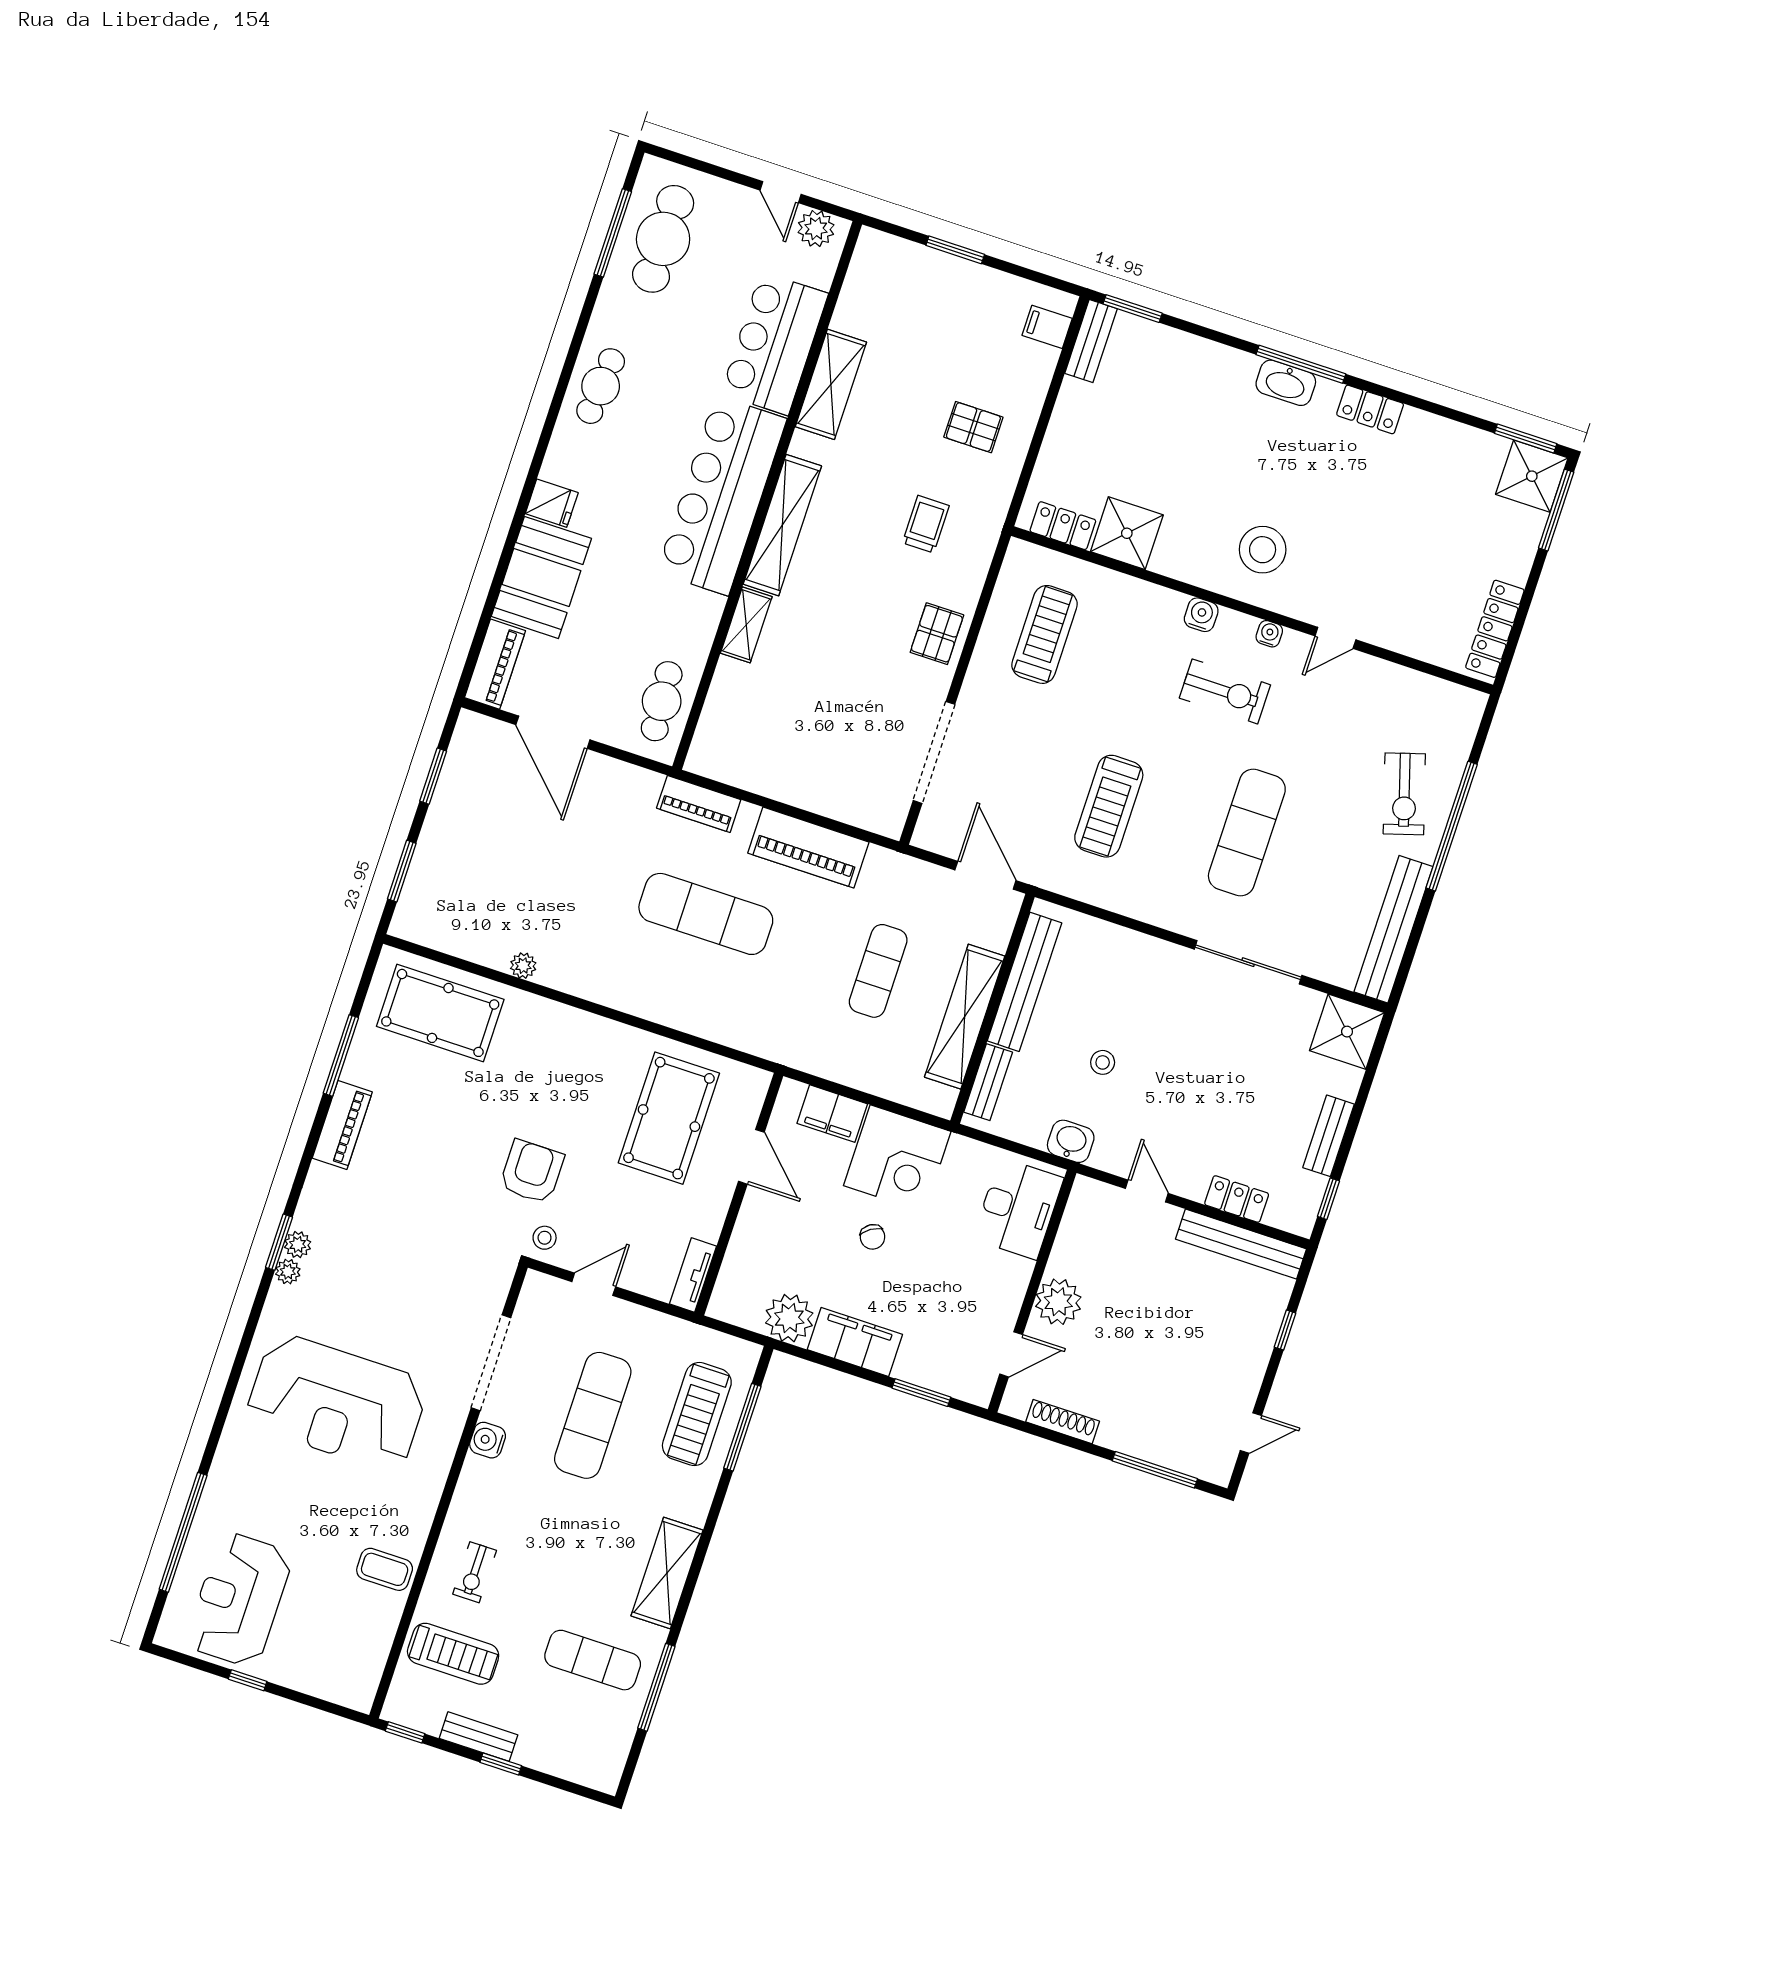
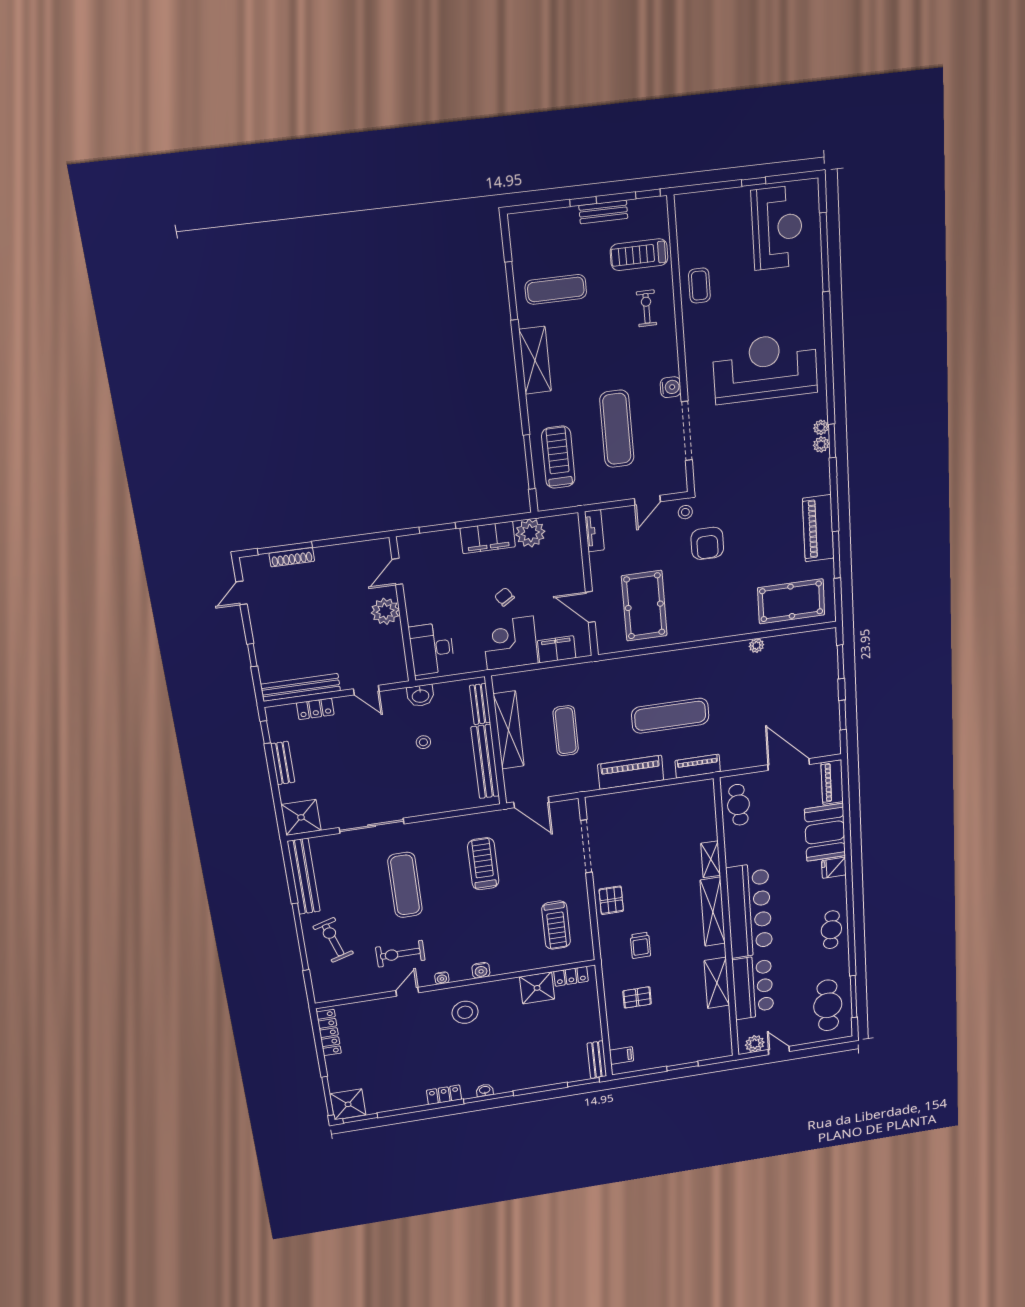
washbasin: (1286, 383) -> (485, 1090), width x0.52, depth x0.69
exercise bike: (1225, 691) -> (400, 954), moved
piano: (342, 1125) -> (818, 528), width x1.37, depth x1.33
shoe rack: (1063, 1422) -> (292, 557), moved
coffee table: (385, 1569) -> (699, 286), turned 90

